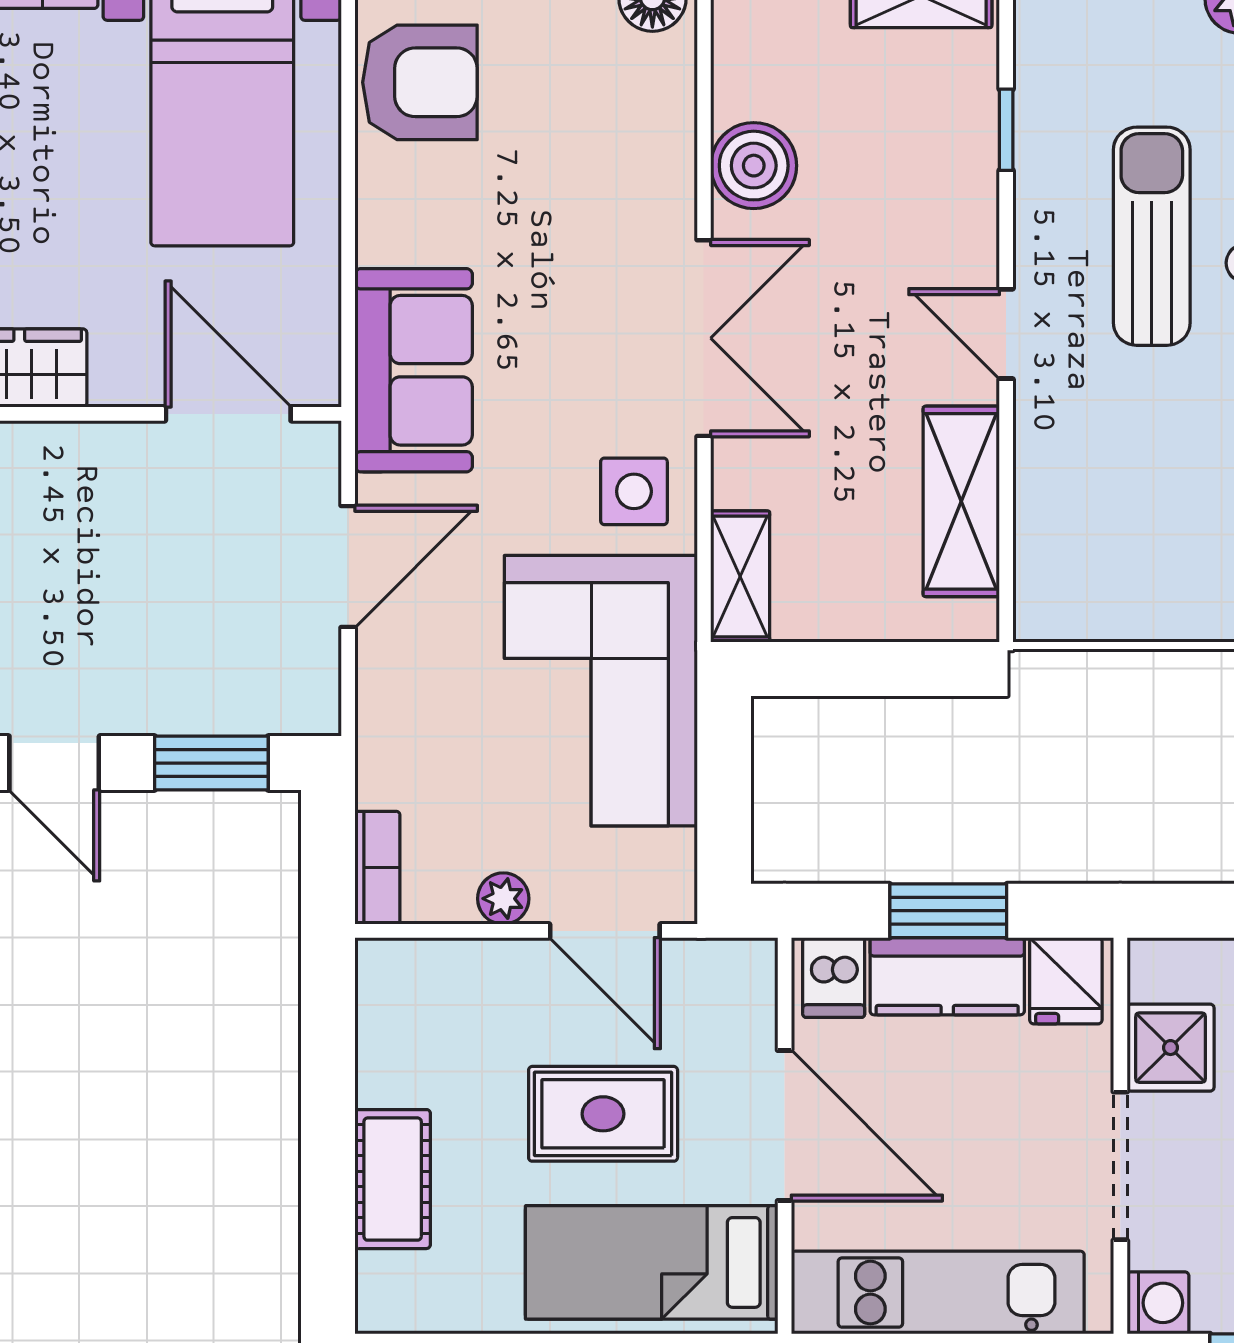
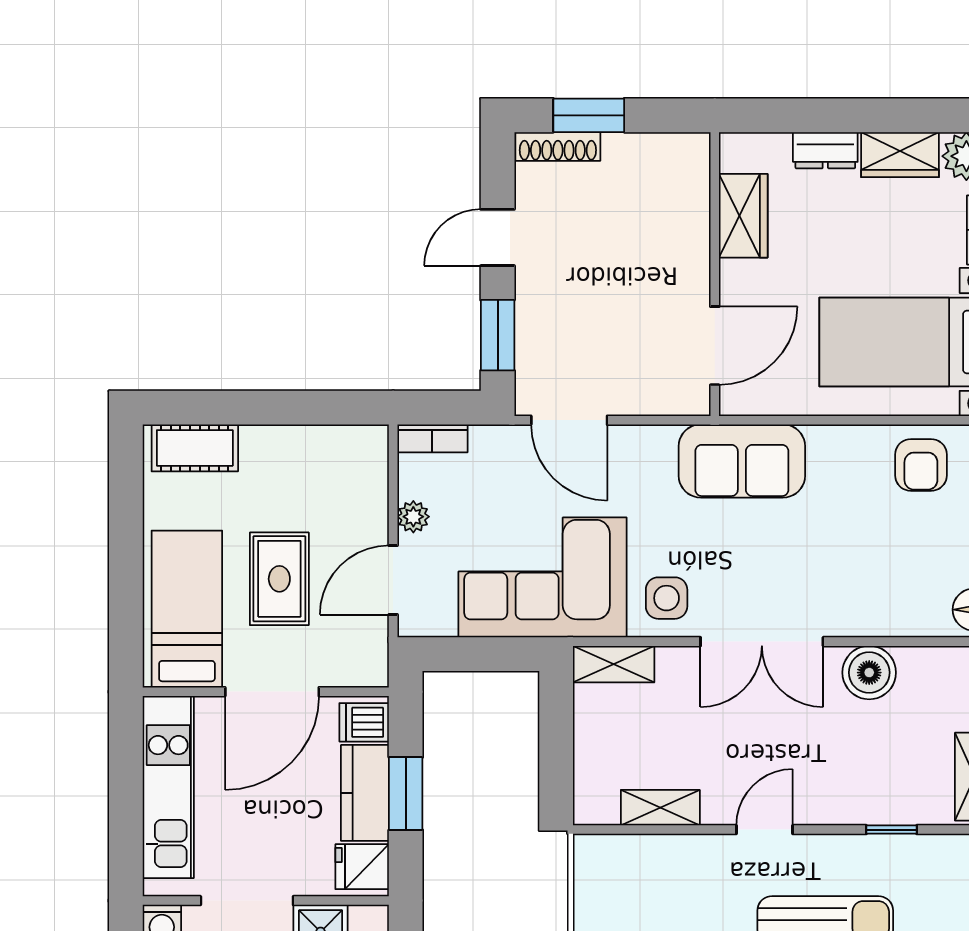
armchair: (420, 82) -> (921, 465), width x0.72, depth x0.72
shelving: (961, 501) -> (660, 808), width x0.67, depth x0.75
door: (348, 567) -> (569, 420), moved
cot: (393, 1179) -> (195, 448), moved

